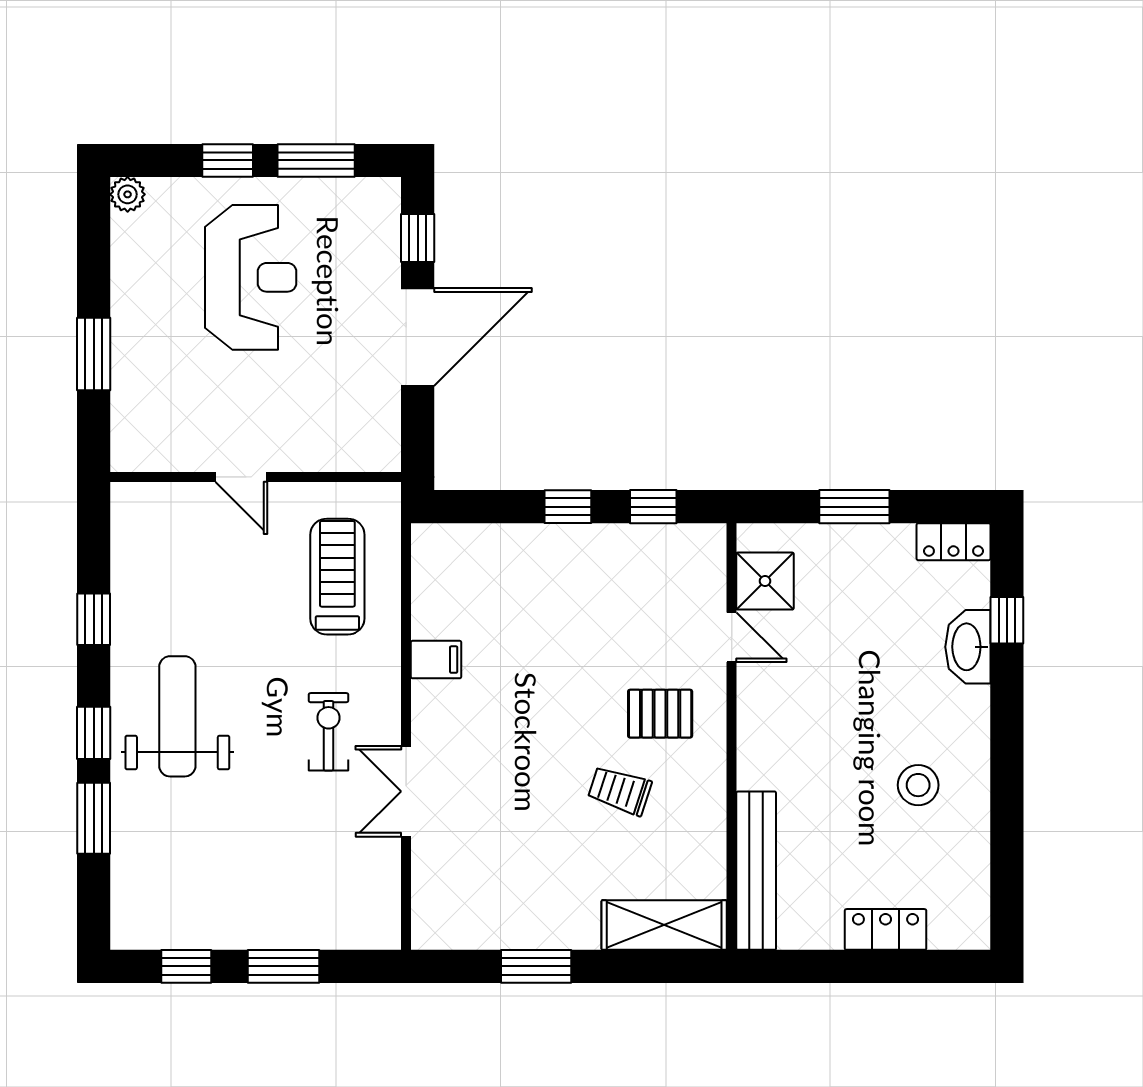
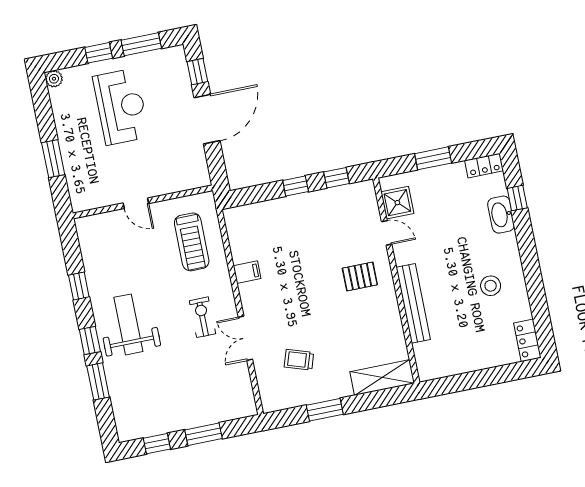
treadmill: (337, 577) -> (192, 242), turned 180
trolley: (620, 790) -> (299, 360), moved
bench: (756, 871) -> (413, 303), moved
locker: (886, 929) -> (527, 340), moved, turned -90

